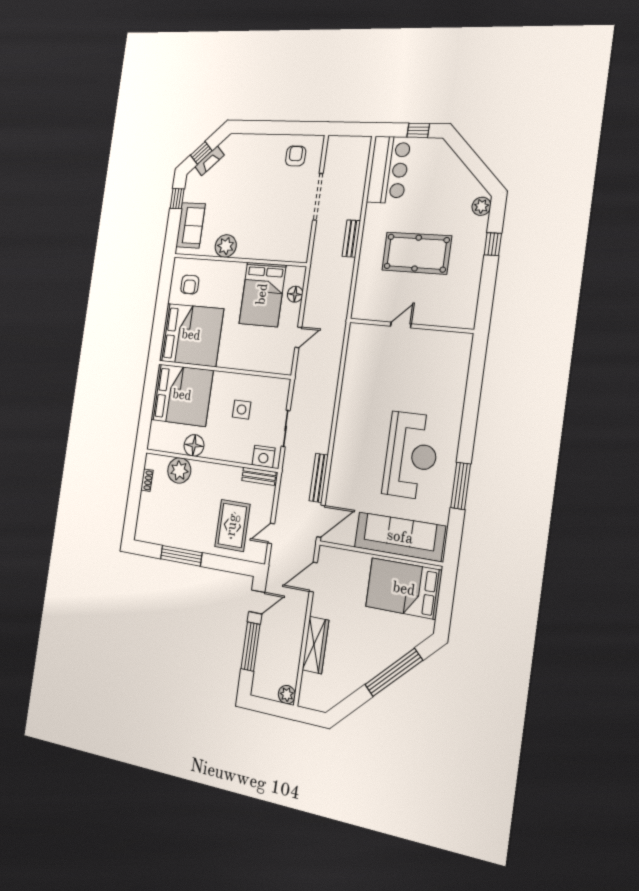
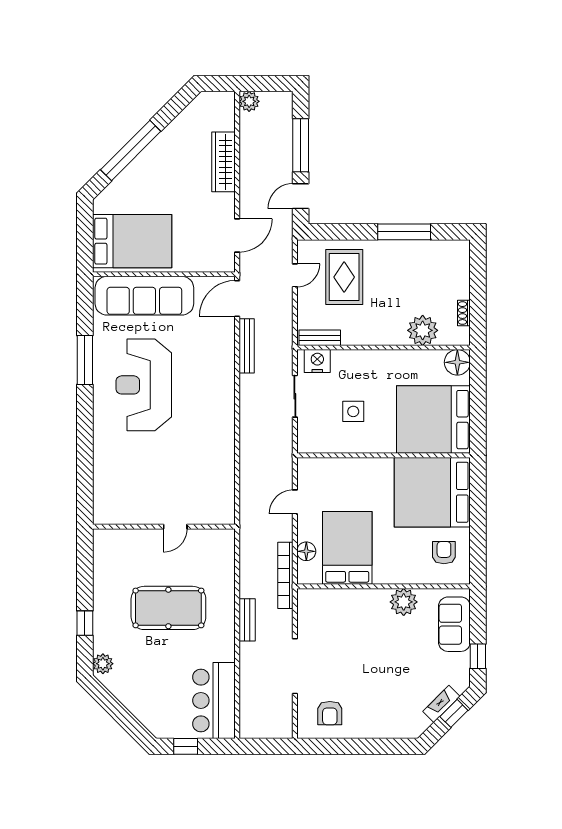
bookcase: (315, 275) -> (285, 575), added
floor lamp: (194, 445) -> (457, 362), moved

